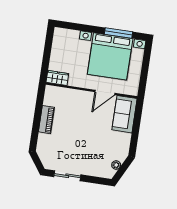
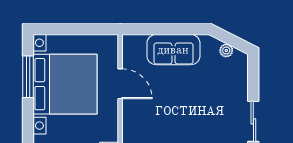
sofa: (124, 114) -> (173, 50), moved

